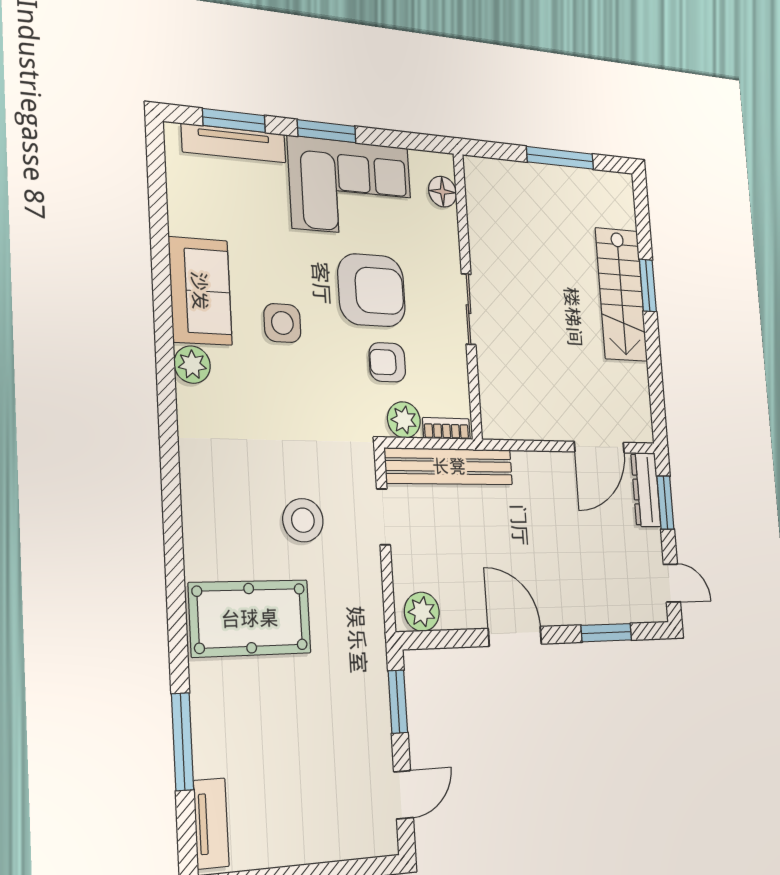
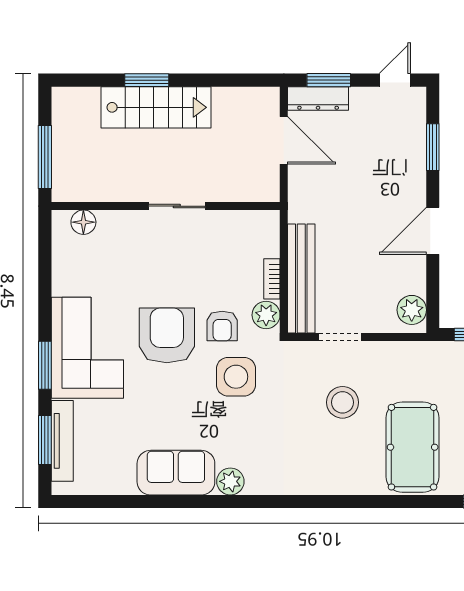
floor lamp: (443, 192) -> (83, 222), moved
wall: (468, 295) -> (166, 206), moved
sliding door: (469, 309) -> (177, 206), moved
side table: (282, 323) -> (236, 377), moved, width x1.37, depth x1.37

